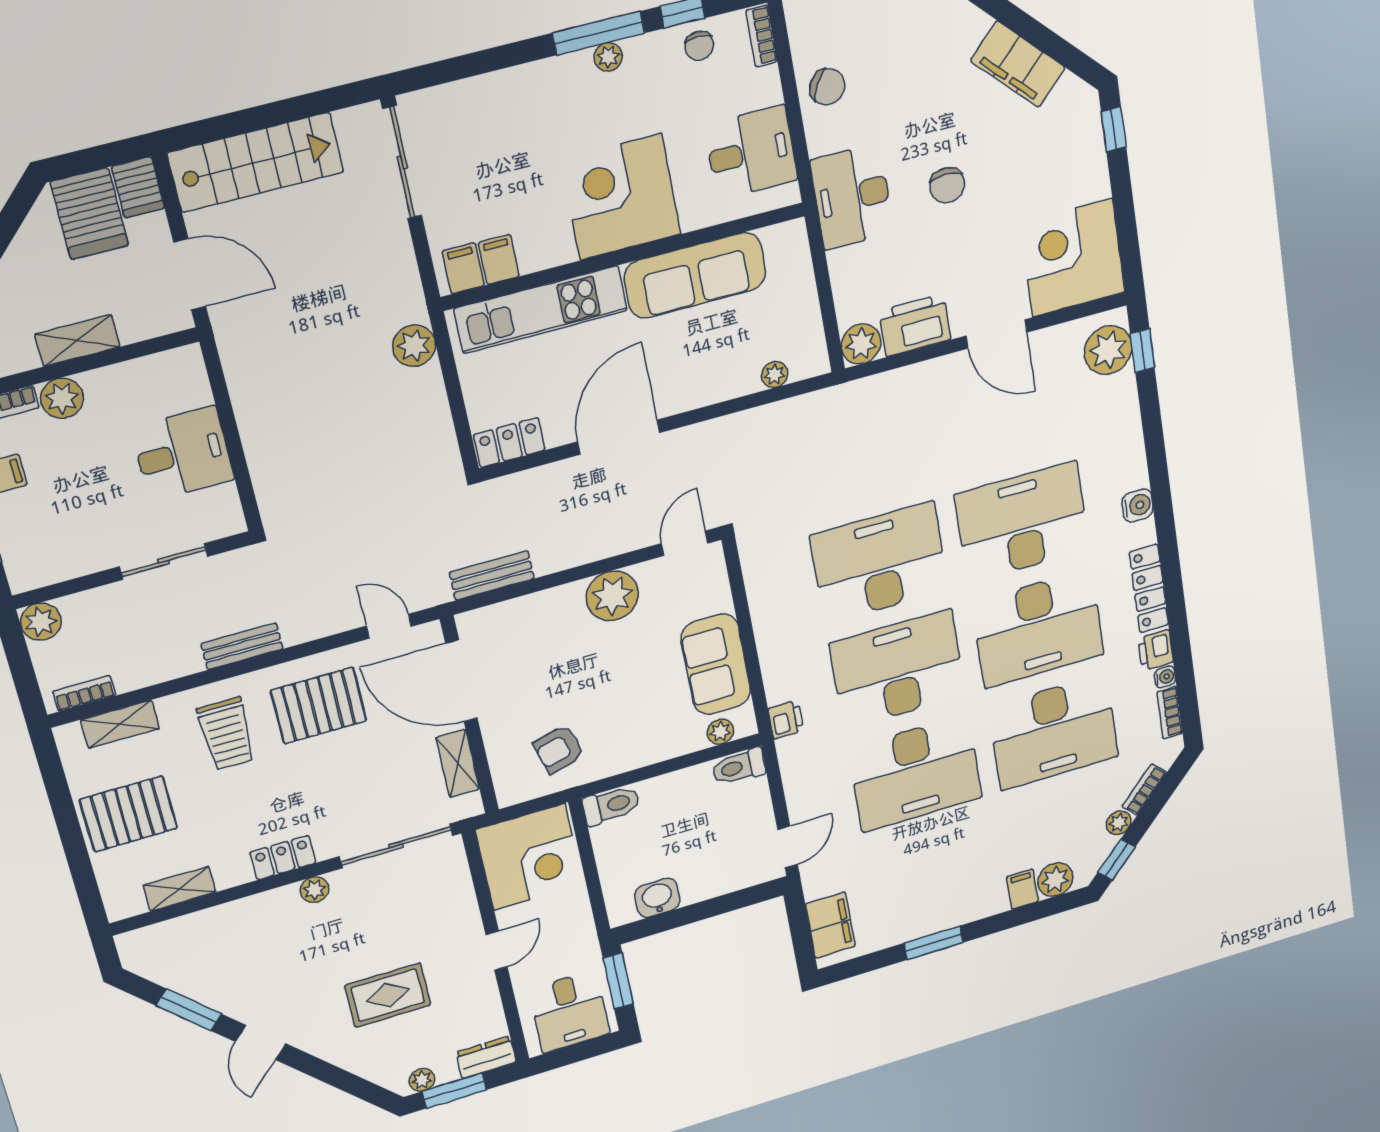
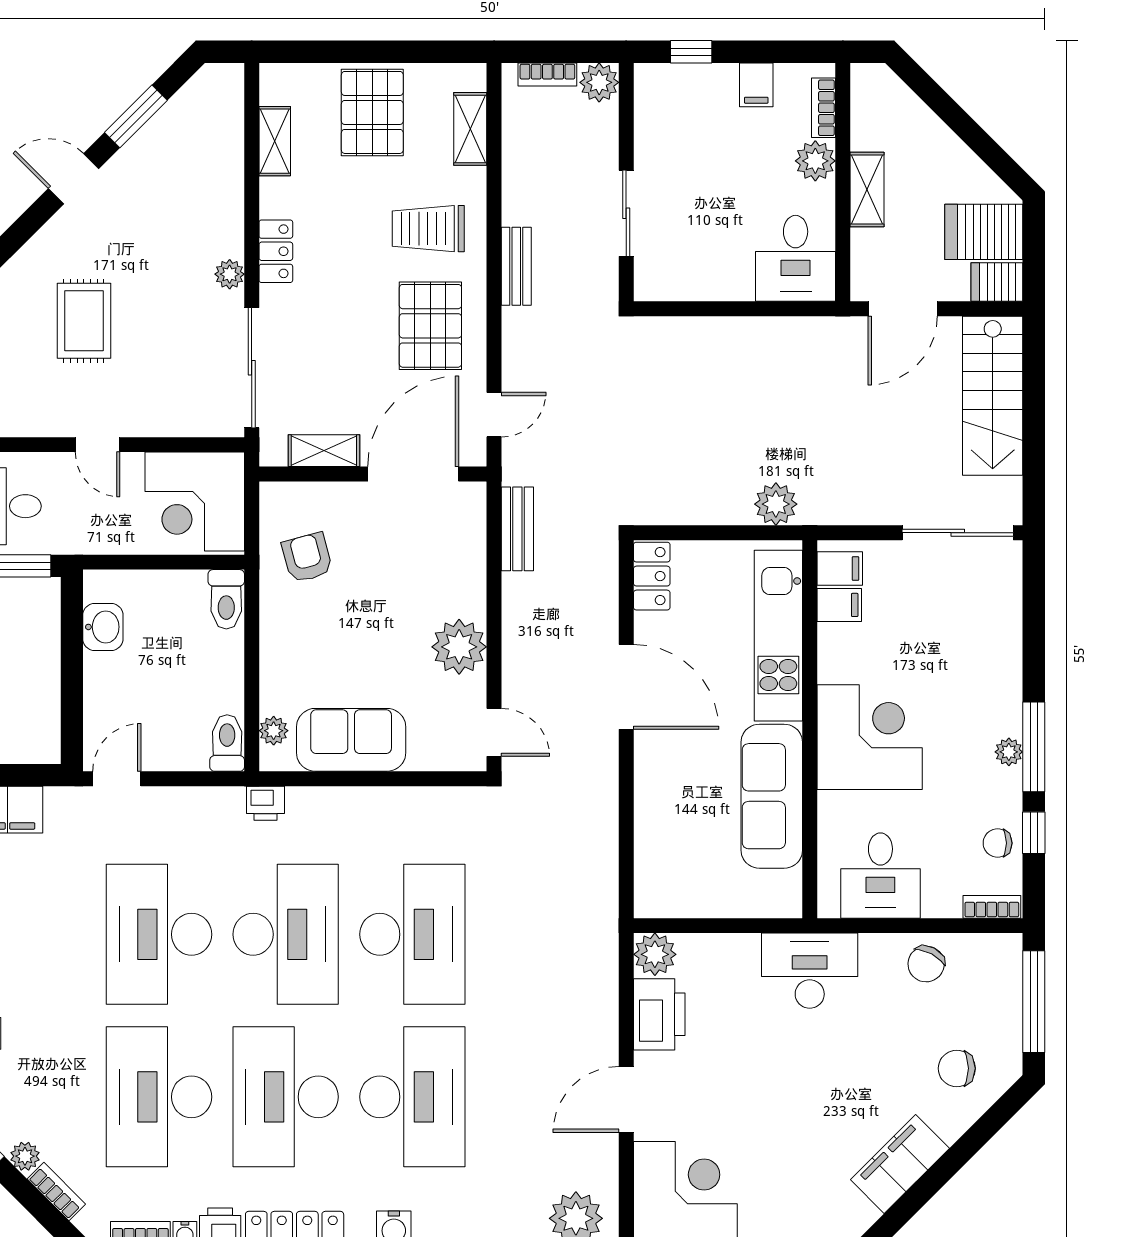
chair: (947, 185) -> (957, 1068), moved
plant: (775, 374) -> (647, 859), removed
desk: (183, 454) -> (796, 258), moved
bookcase: (84, 693) -> (547, 74), moved, turned 90
door: (788, 847) -> (117, 779), swing flipped

